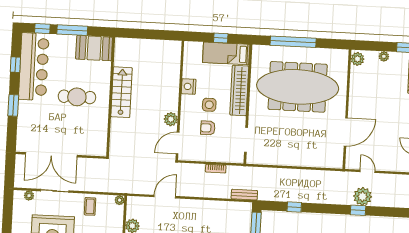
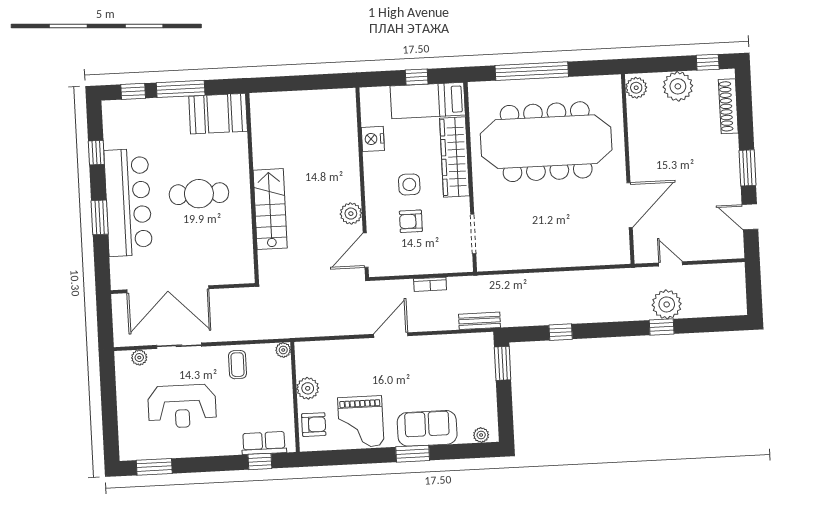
plant: (384, 56) -> (678, 86), width x1.88, depth x1.88
bar counter: (34, 67) -> (128, 202), moved
nightstand: (189, 86) -> (373, 139), moved
stairs: (122, 92) -> (270, 209), moved
door: (165, 197) -> (391, 335), moved

